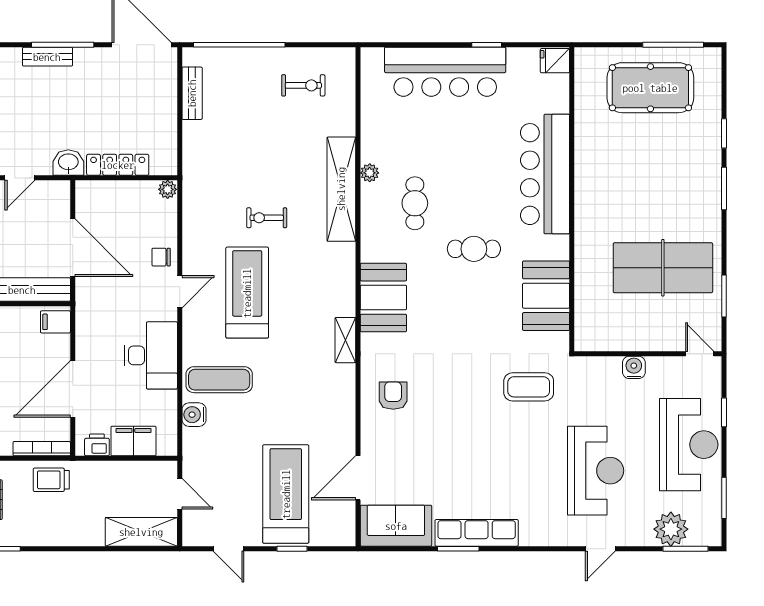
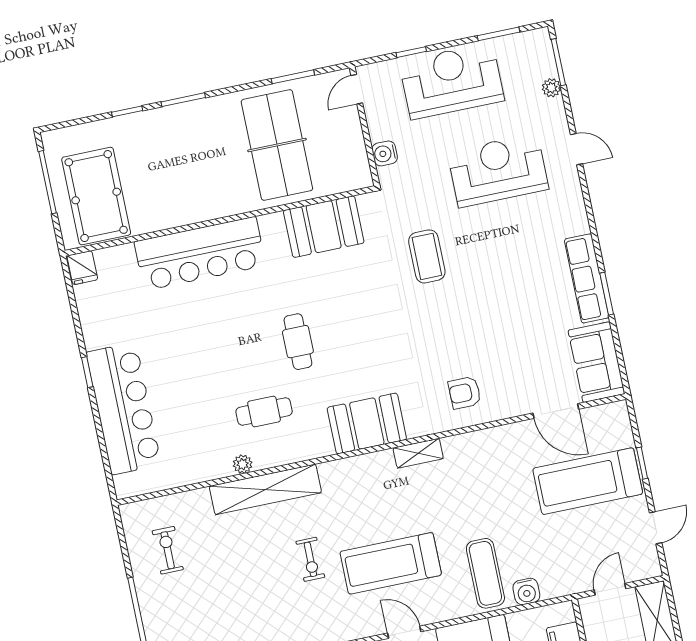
fridge: (555, 61) -> (82, 268), moved
bar counter: (545, 174) -> (200, 254), moved
wall: (572, 199) -> (220, 221), moved
booth: (546, 296) -> (324, 227), moved
plant: (671, 529) -> (551, 88), width x0.53, depth x0.53

